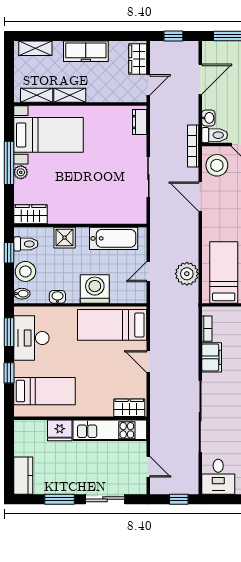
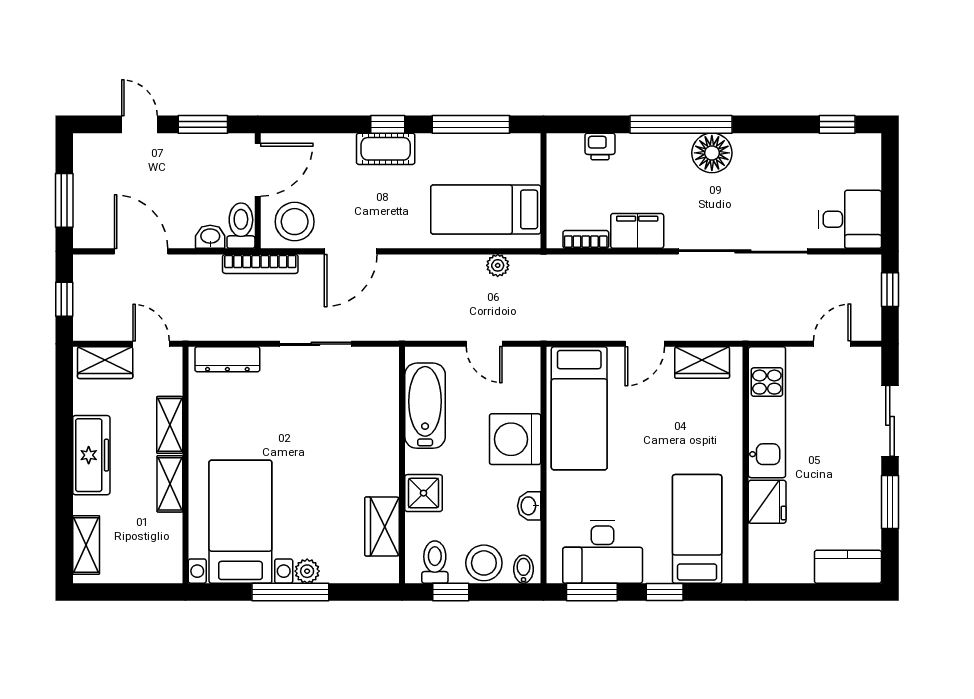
shelving: (37, 95) -> (170, 425), moved
dresser: (140, 122) -> (227, 359), width x1.44
wardrobe: (31, 214) -> (382, 527), moved
plant: (187, 274) -> (498, 265), width x0.53, depth x0.53
wardrobe: (129, 408) -> (702, 362), moved, turned -90

